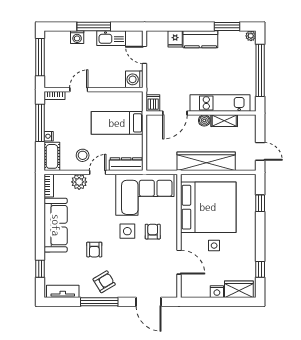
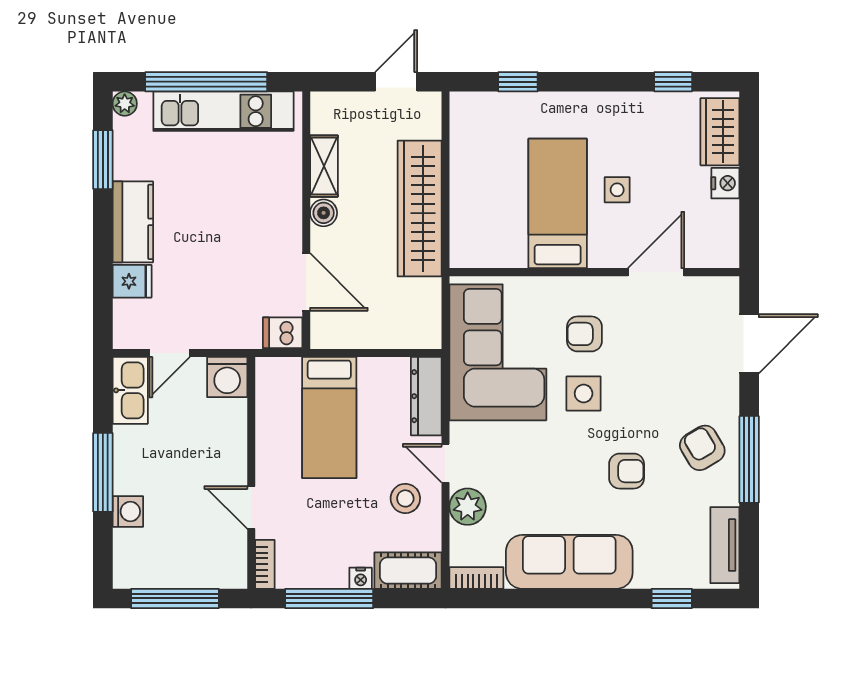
kitchen sink: (111, 38) -> (130, 390), moved
kitchen unit: (220, 103) -> (223, 111), moved, turned -90
bed: (208, 207) -> (558, 203), width x0.49

